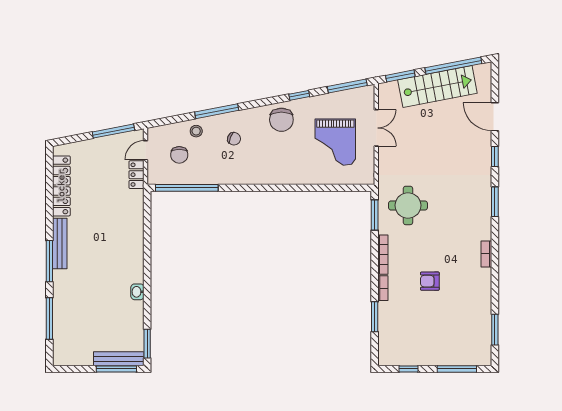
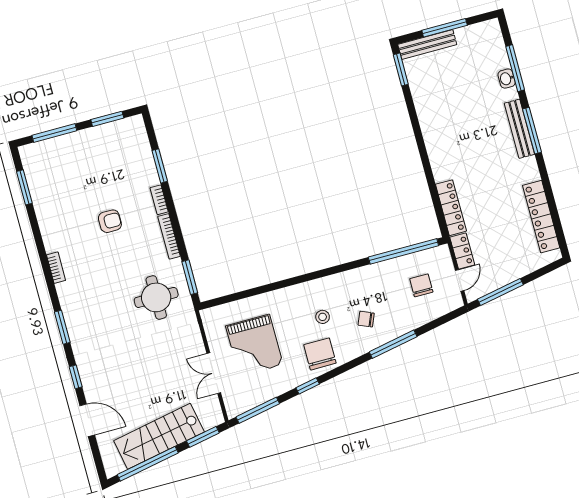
stool: (196, 131) -> (323, 317), moved
grand piano: (335, 142) -> (254, 345), turned 180
locker: (136, 214) -> (451, 208), added
bench: (60, 243) -> (519, 129), moved
washbasin: (137, 292) -> (507, 79), moved, turned 180
window: (116, 369) -> (445, 28), moved
window: (409, 369) -> (107, 119), width x1.50

